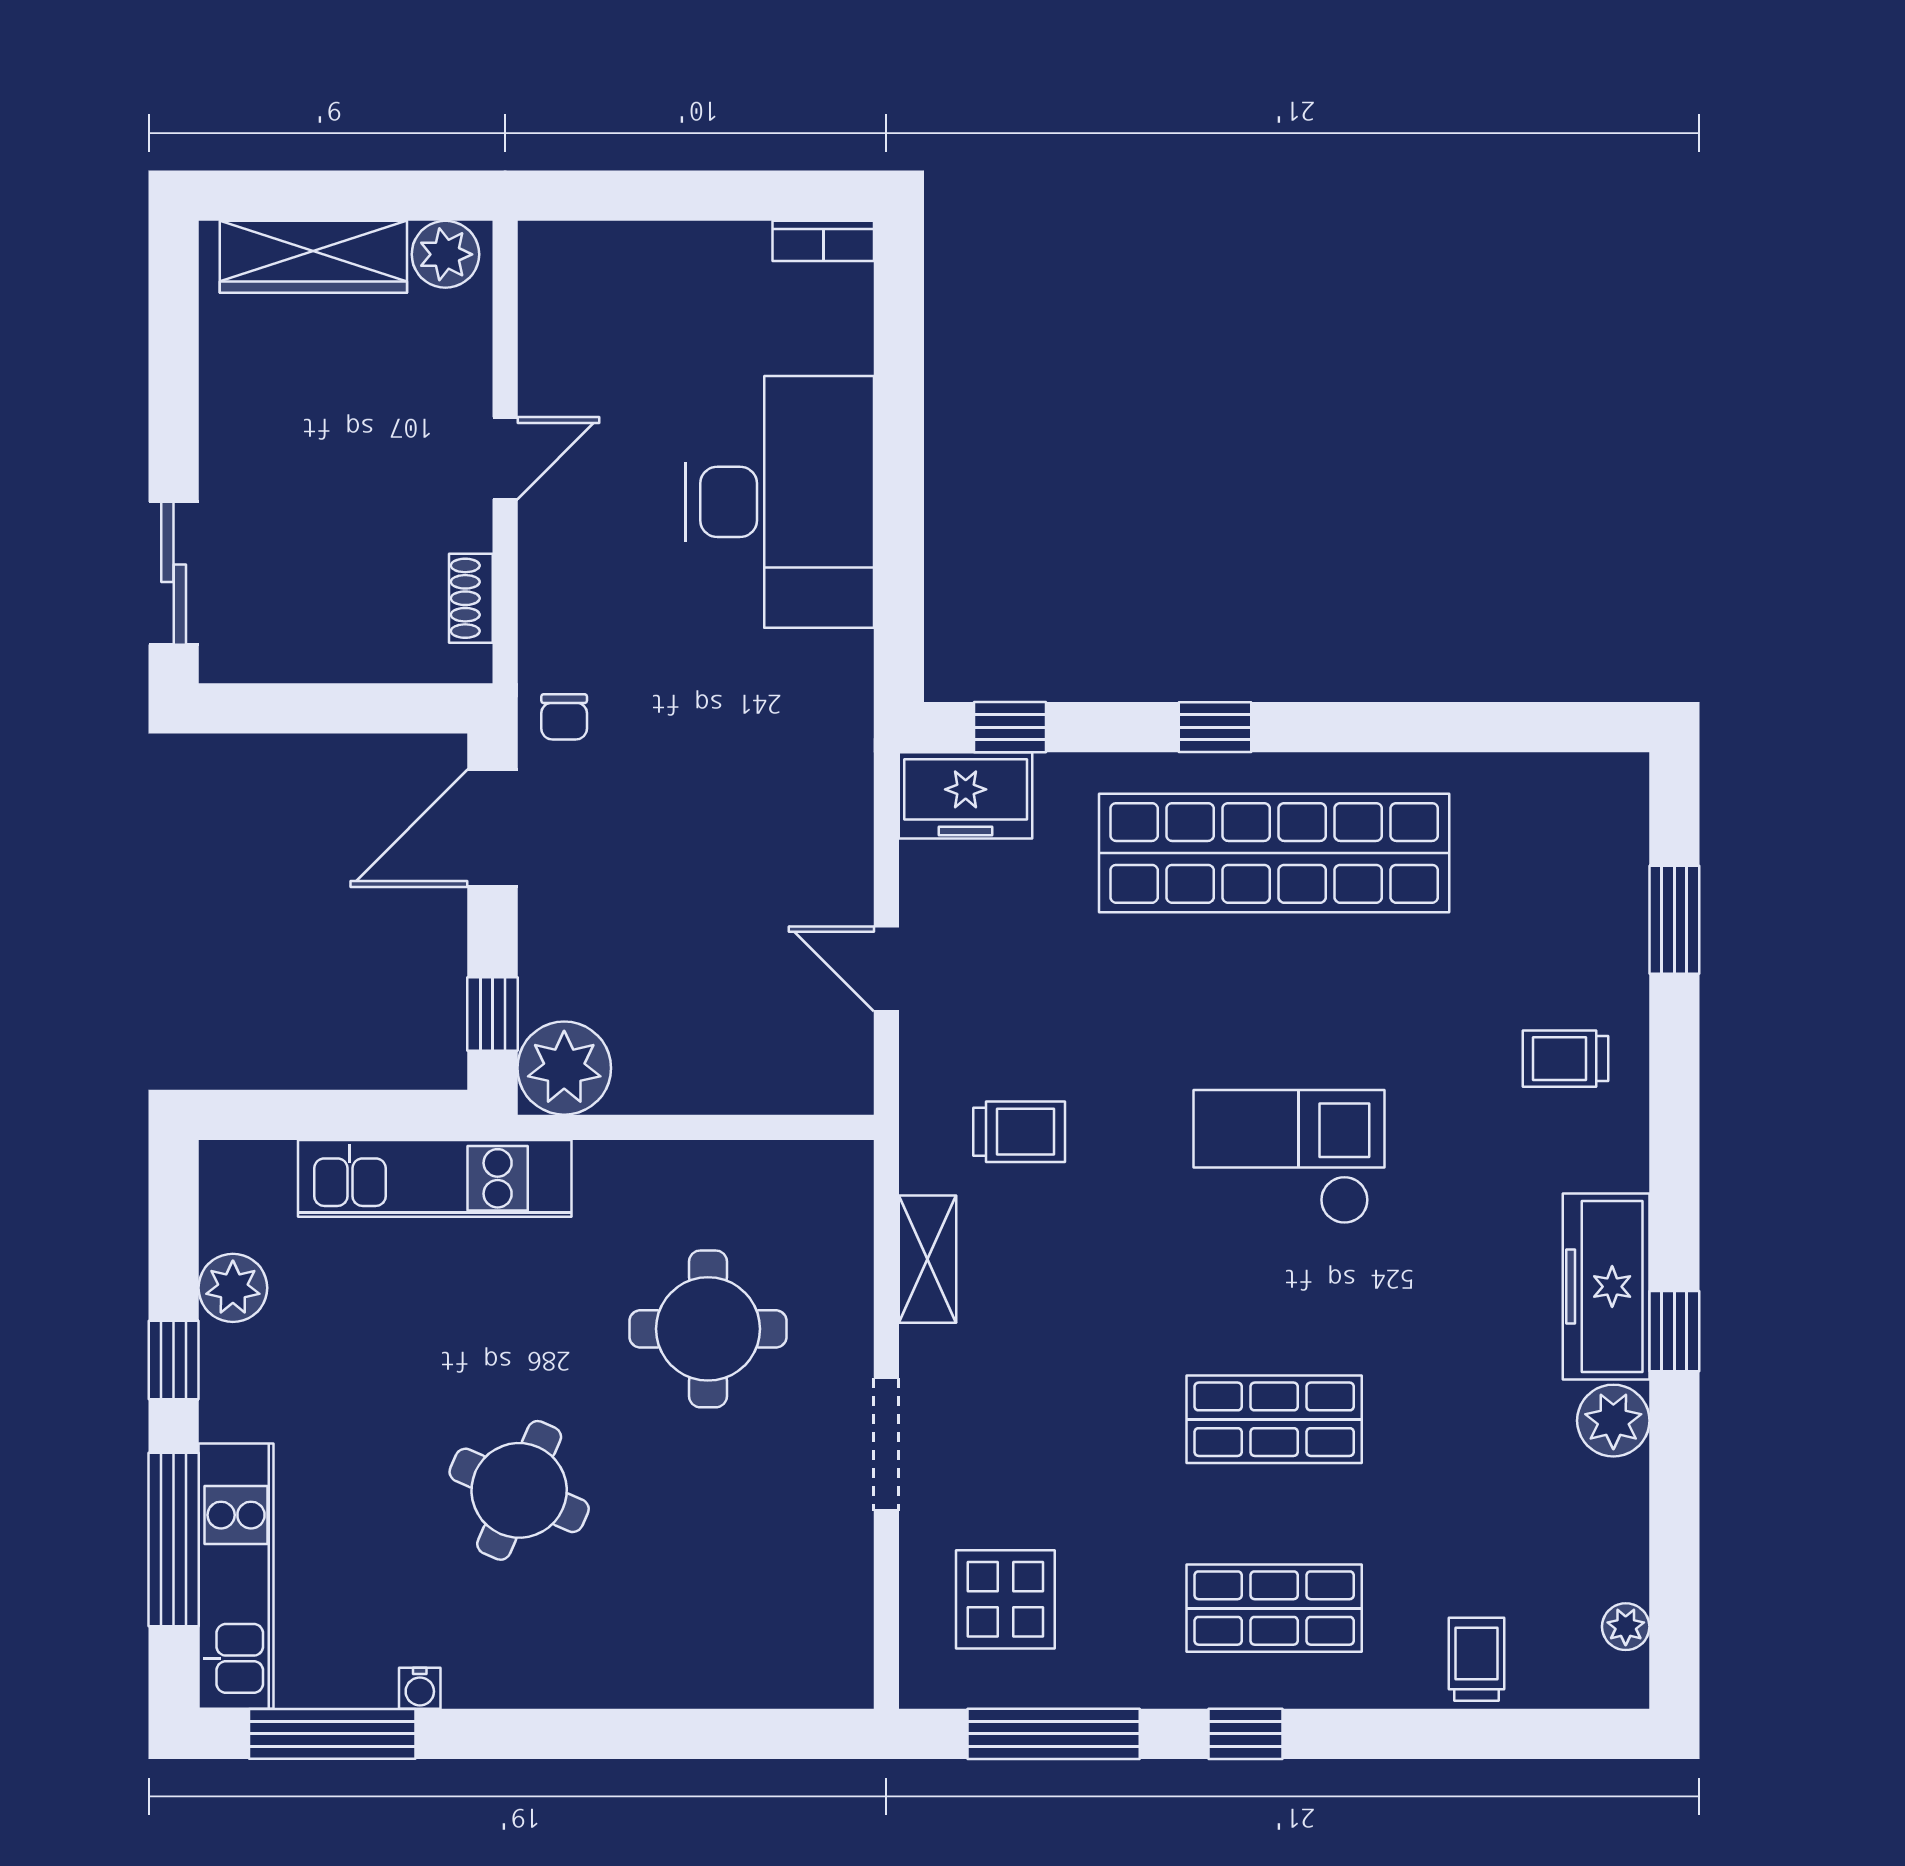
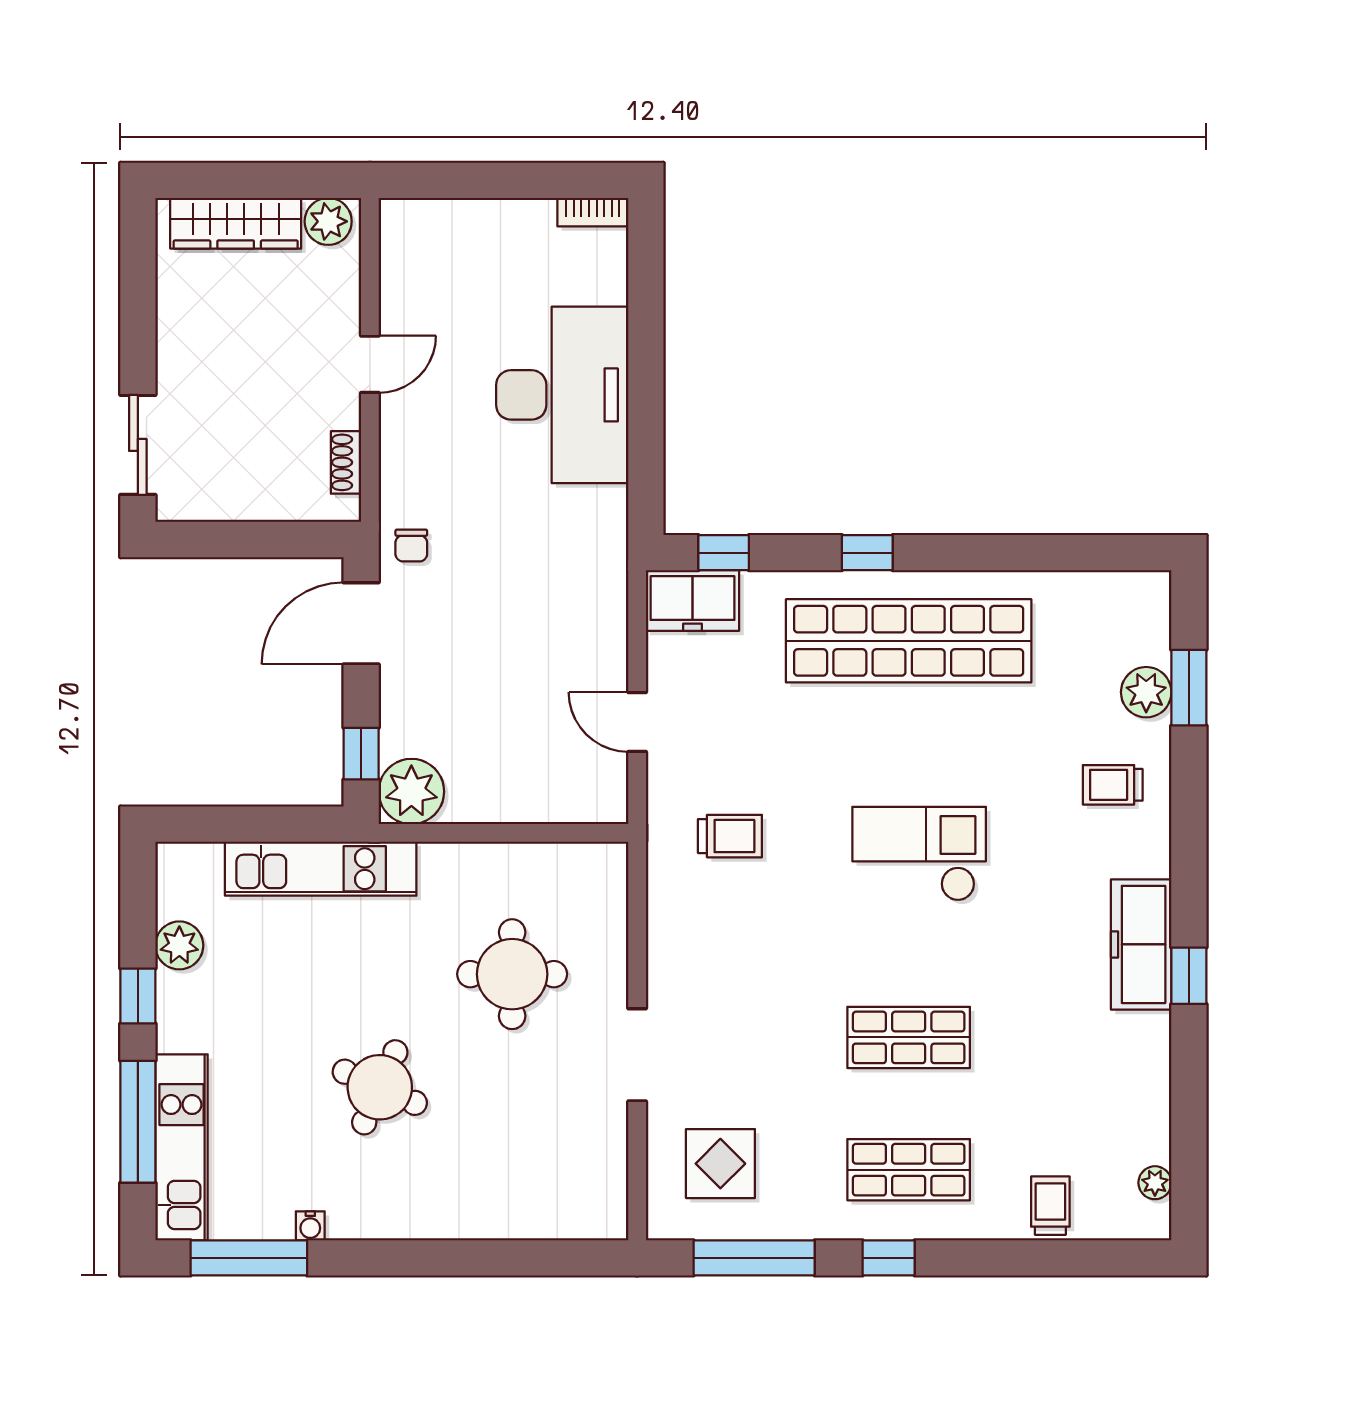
shelving: (928, 1259) -> (666, 925), removed
plant: (1613, 1421) -> (1146, 692), moved

